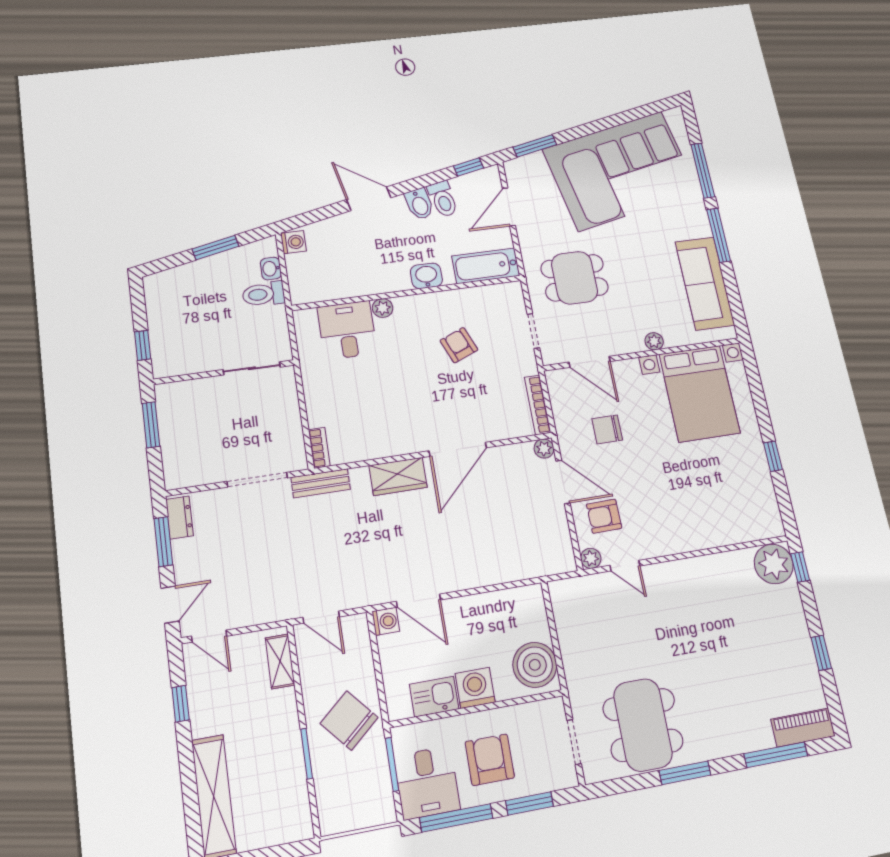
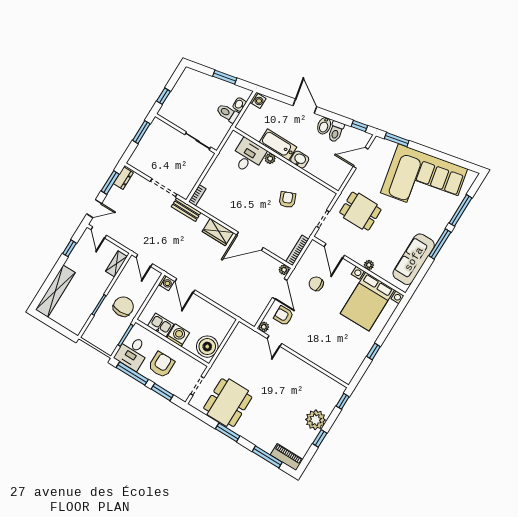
bathtub: (486, 266) -> (278, 145), moved
plant: (774, 564) -> (316, 420), moved
chair: (349, 720) -> (123, 307), turned 41

